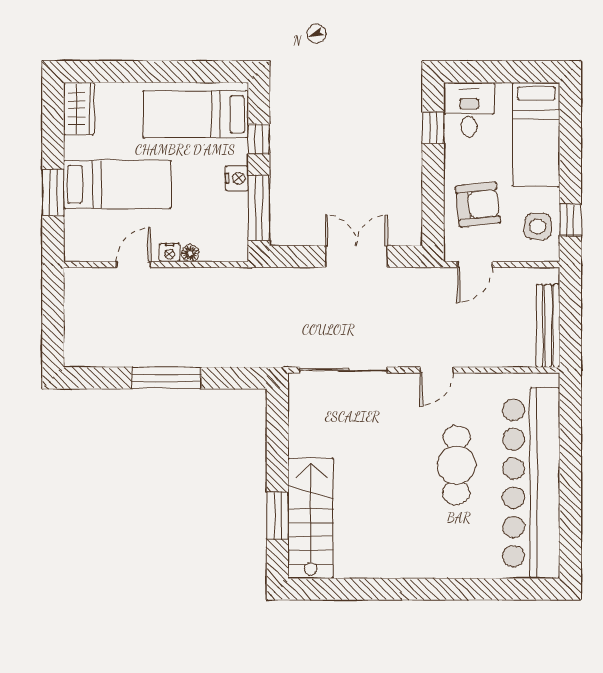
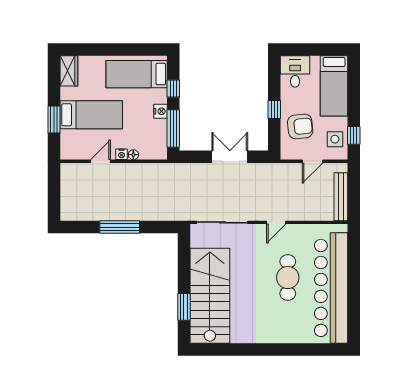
window: (433, 127) -> (274, 109), moved
door: (475, 264) -> (313, 161), moved
stairs: (311, 518) -> (210, 296), width x1.36, depth x1.51

